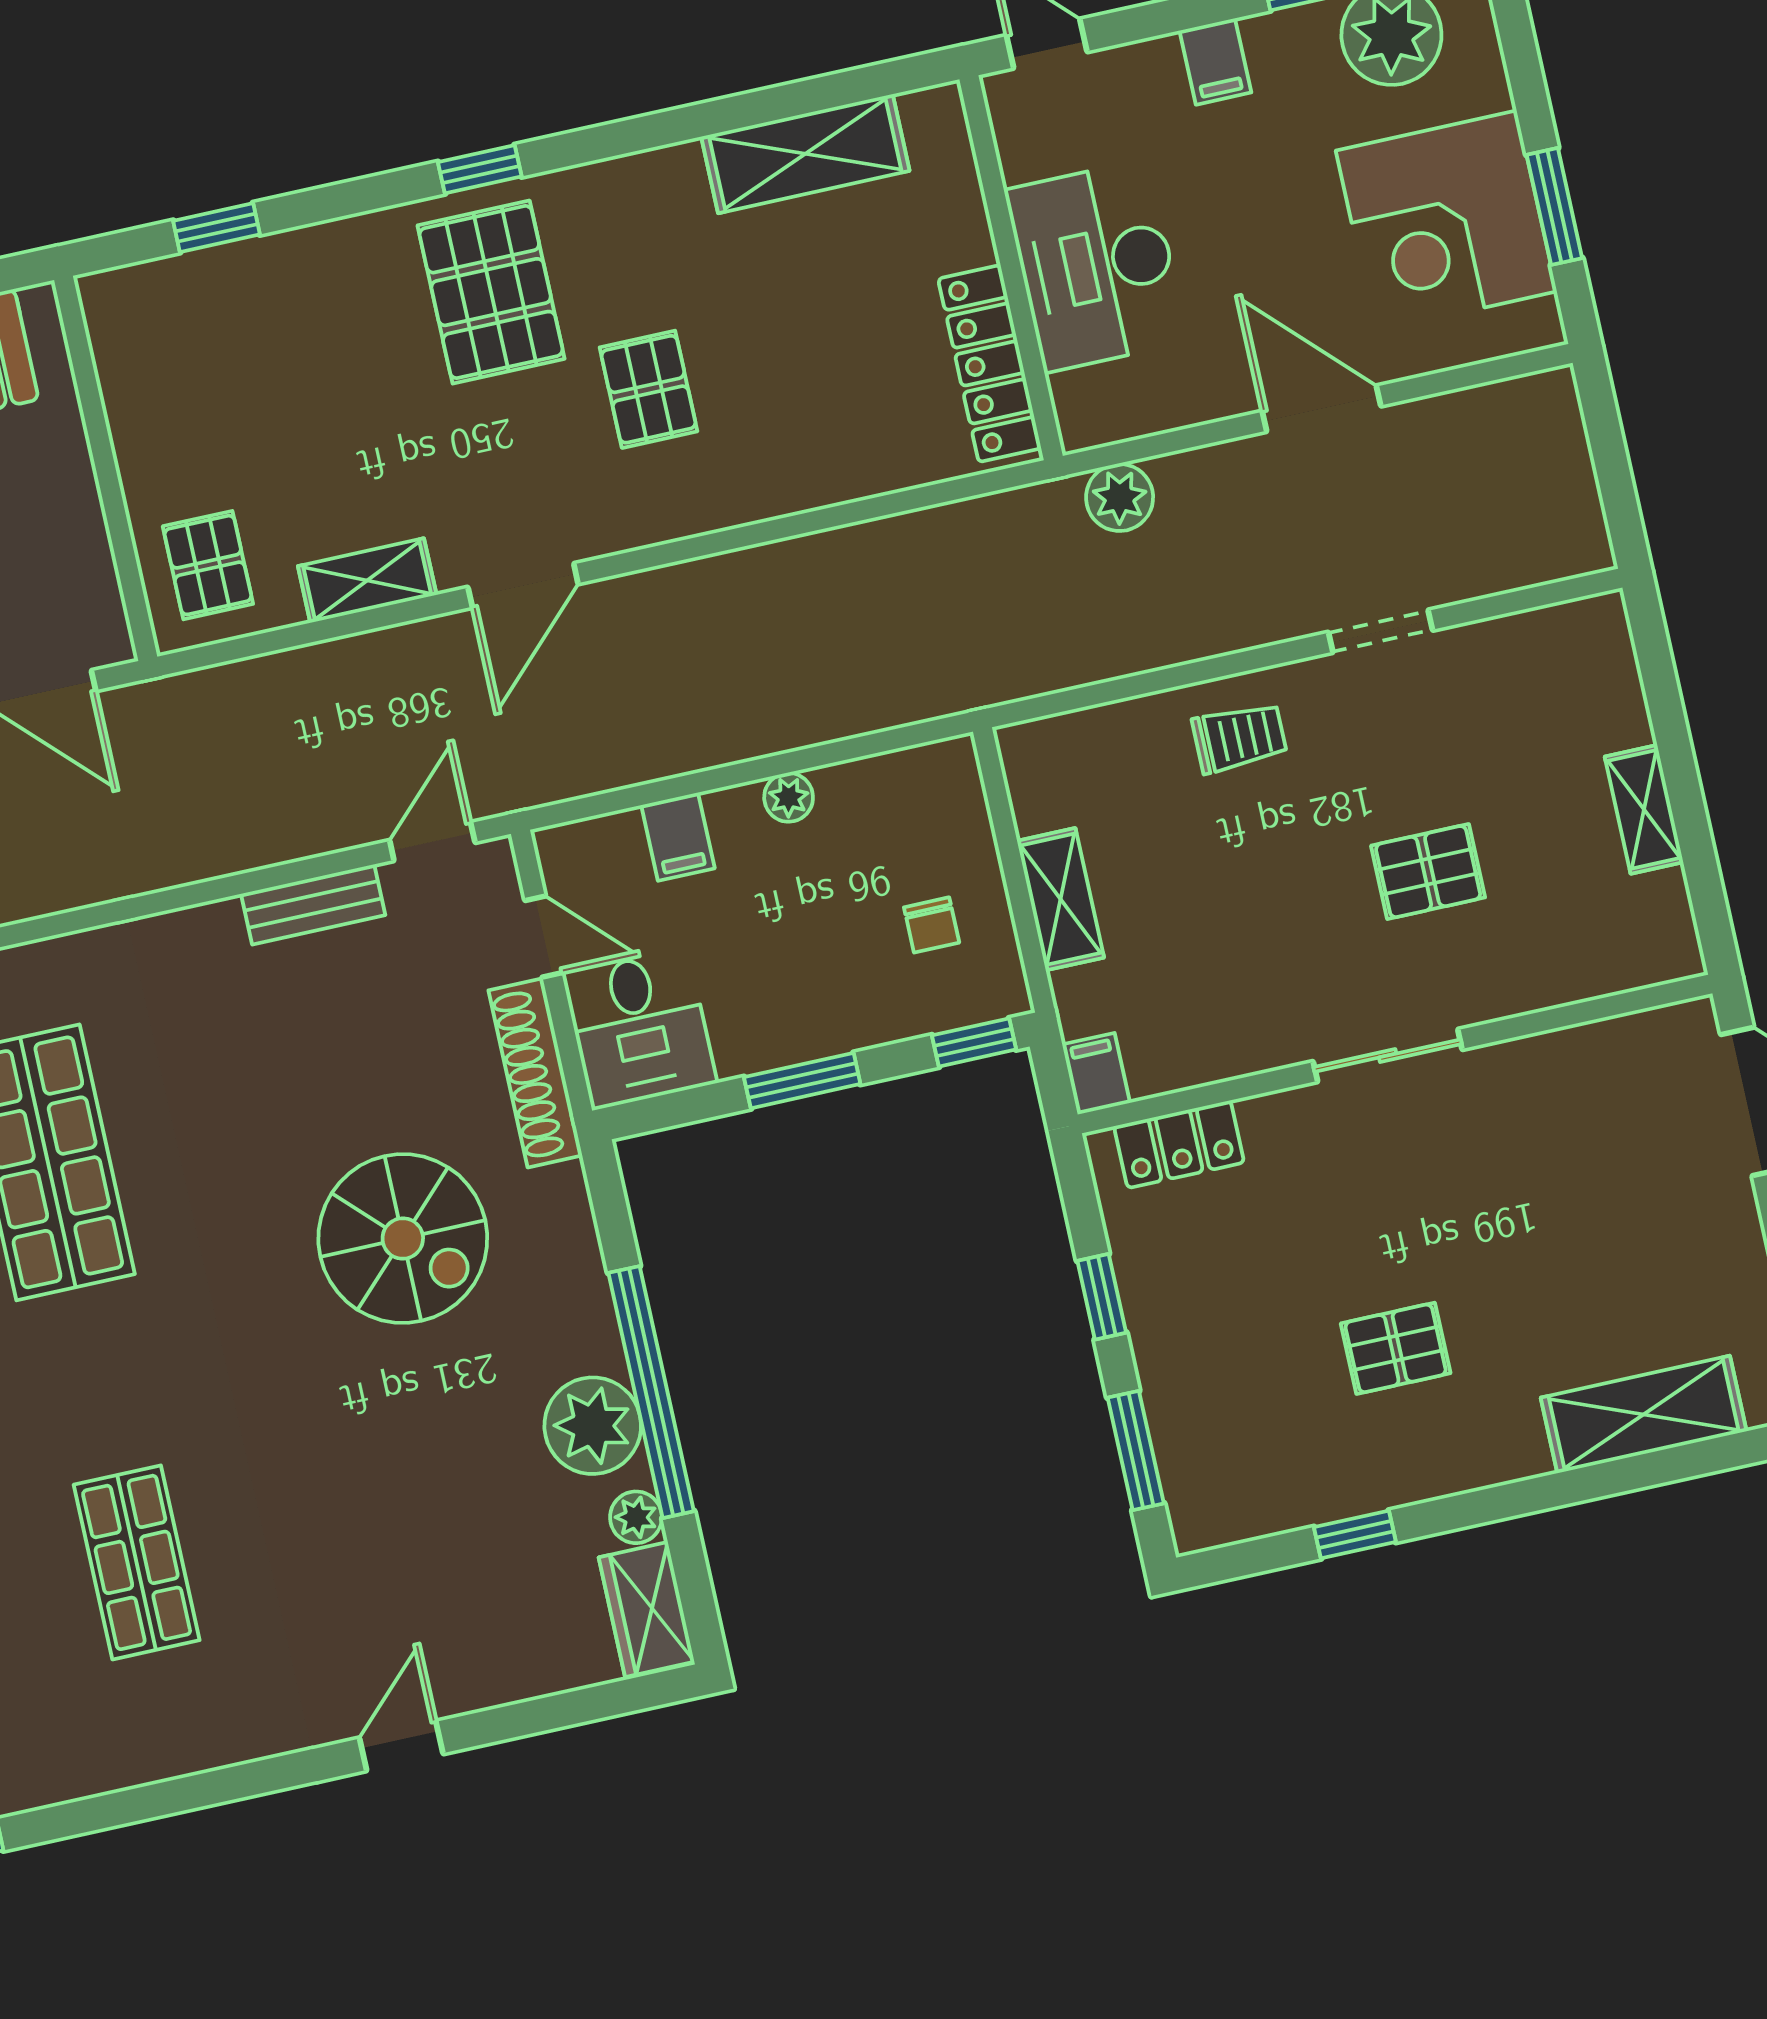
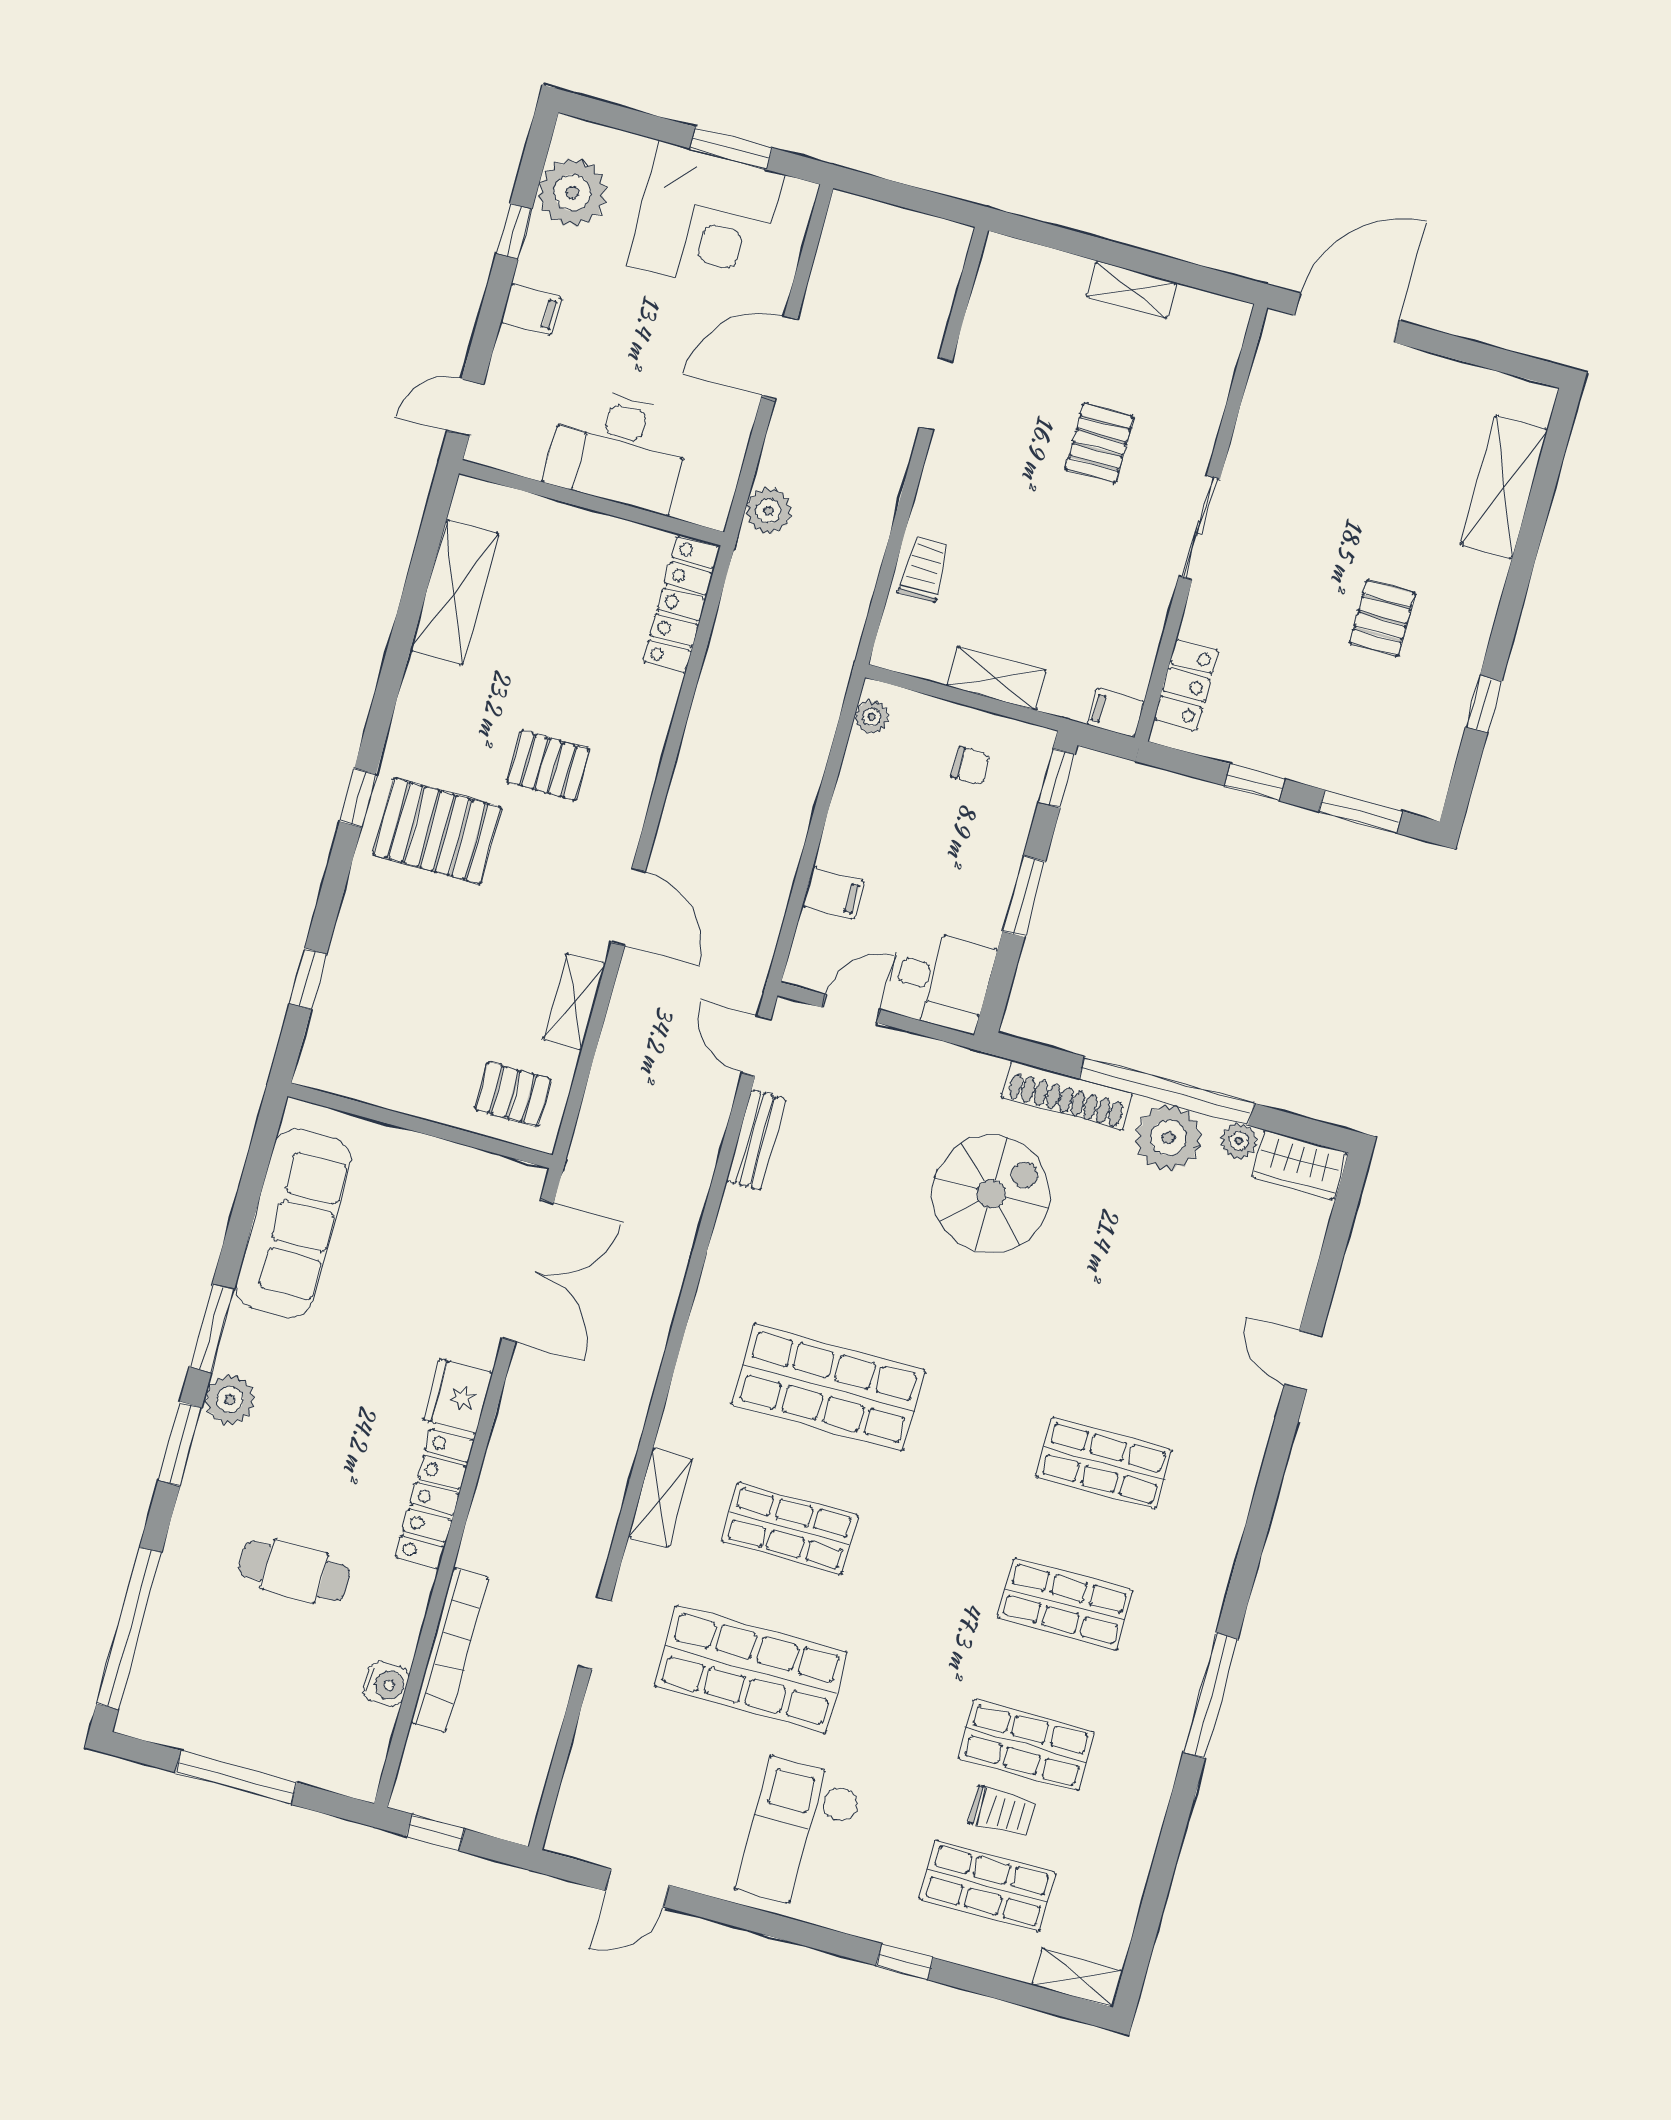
locker: (990, 364) -> (681, 604), moved, turned 90
trolley: (1239, 738) -> (924, 569), moved
plant: (789, 797) -> (872, 717), moved
shoe rack: (535, 1073) -> (1067, 1095), moved

